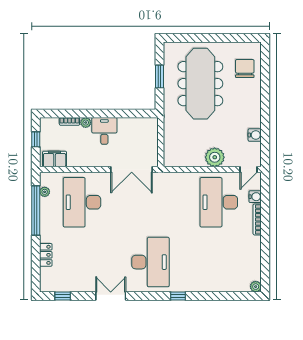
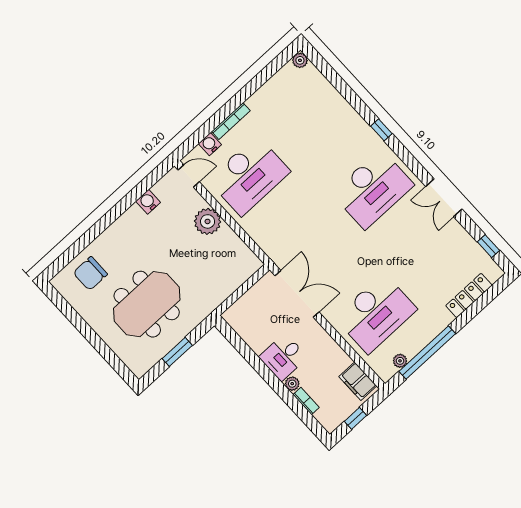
meeting table: (200, 84) -> (147, 304), width x0.73
locker: (46, 255) -> (469, 295), width x1.53
desk: (150, 262) -> (373, 189), turned 180

